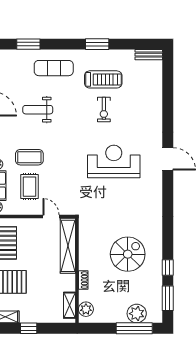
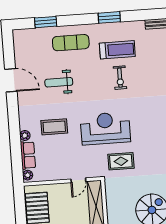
reception desk: (114, 161) -> (105, 128), moved
rug: (29, 187) -> (121, 161), moved, turned 90
door: (51, 216) -> (78, 180), swing flipped

